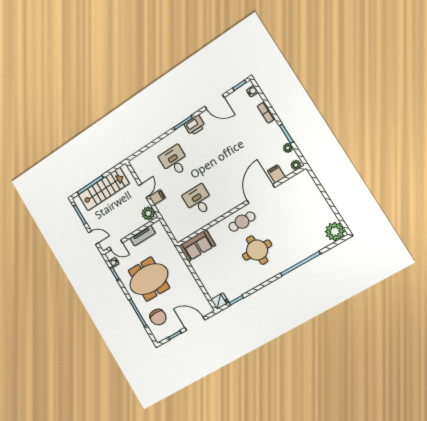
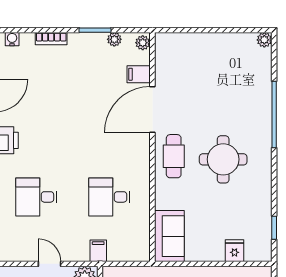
door: (261, 194) -> (152, 109), hinge flipped
filing cabinet: (157, 197) -> (98, 251), moved
plant: (335, 231) -> (264, 40), width x0.53, depth x0.53
fridge: (220, 301) -> (234, 251), moved

